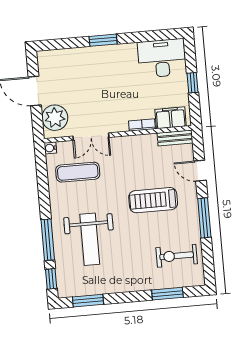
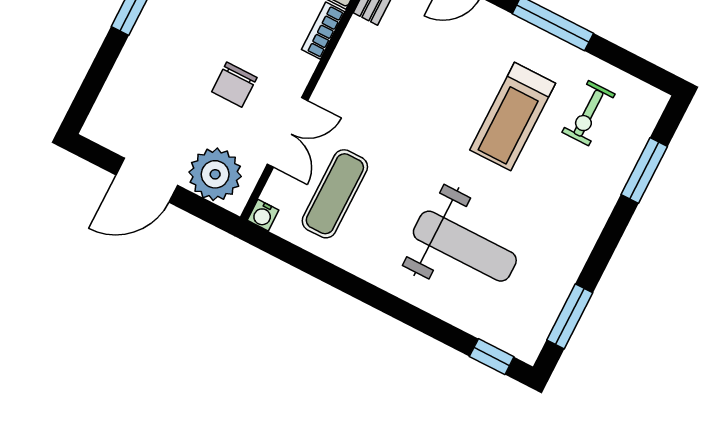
chair: (97, 102) -> (234, 85), added
treadmill: (153, 200) -> (513, 117), moved
window: (48, 240) -> (420, 320), removed
exercise bike: (177, 256) -> (588, 113), width x0.73, depth x0.72

